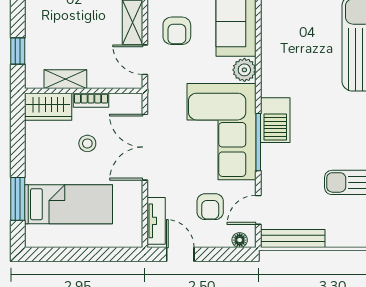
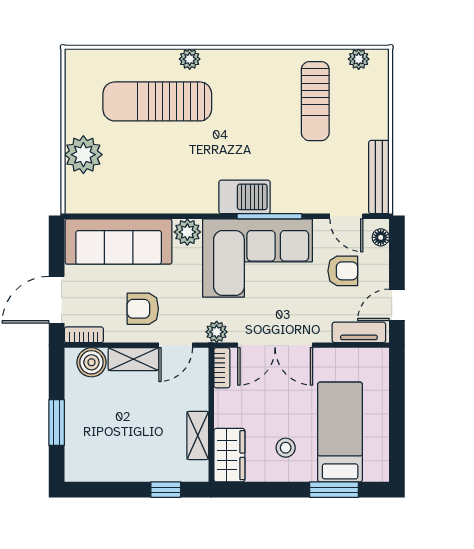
armchair: (177, 31) -> (143, 309), turned 180
plant: (157, 96) -> (217, 332), added
bookcase: (91, 100) -> (222, 368), moved
stool: (87, 143) -> (286, 448), moved

